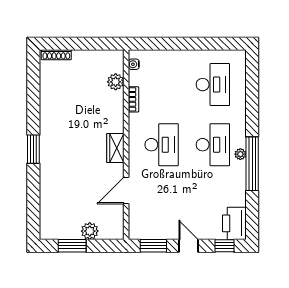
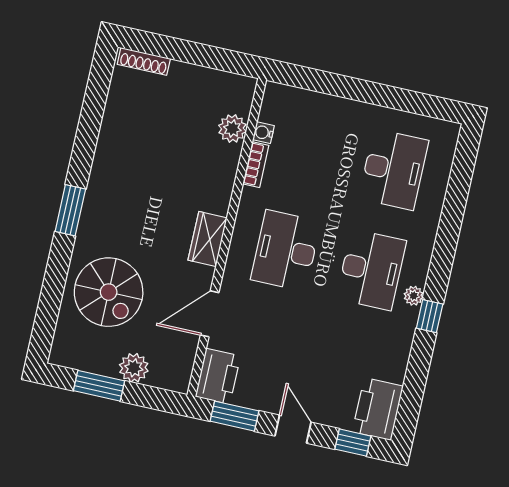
water cooler: (134, 64) -> (263, 133), moved
desk: (162, 145) -> (286, 251), turned 180
window: (252, 164) -> (430, 316), width x0.32
spiral stairs: (66, 191) -> (109, 292), added
printer: (139, 225) -> (218, 376), added

